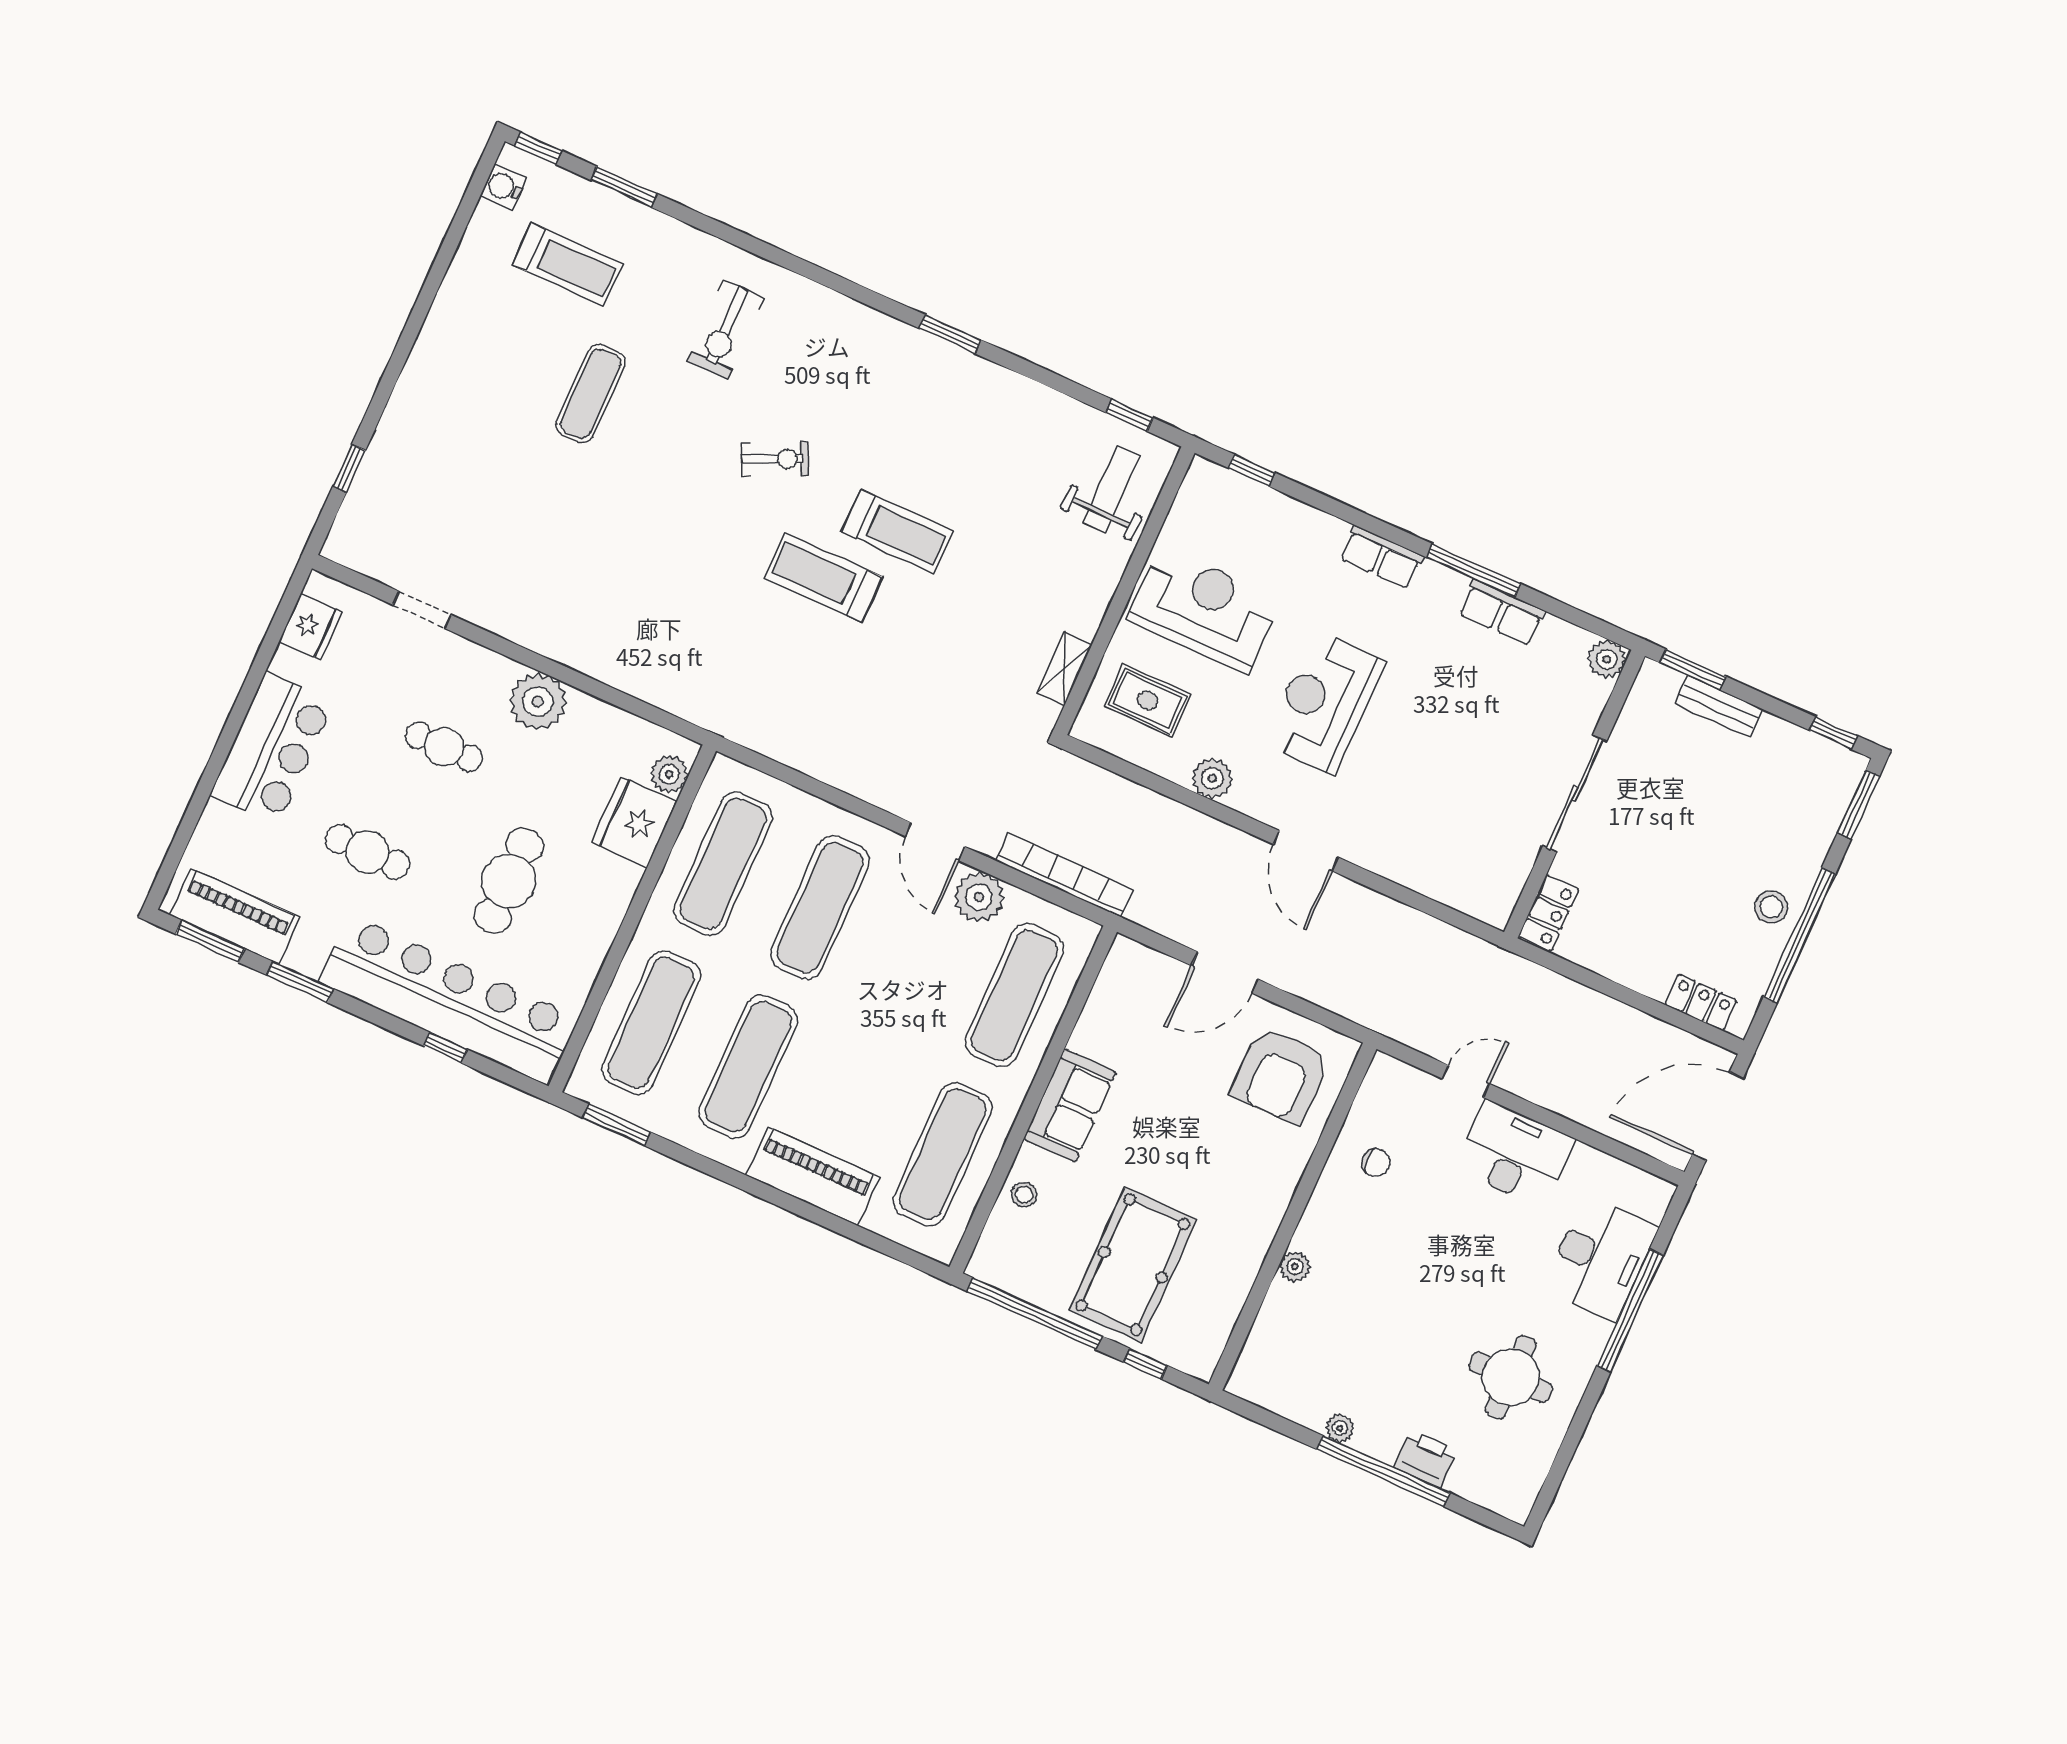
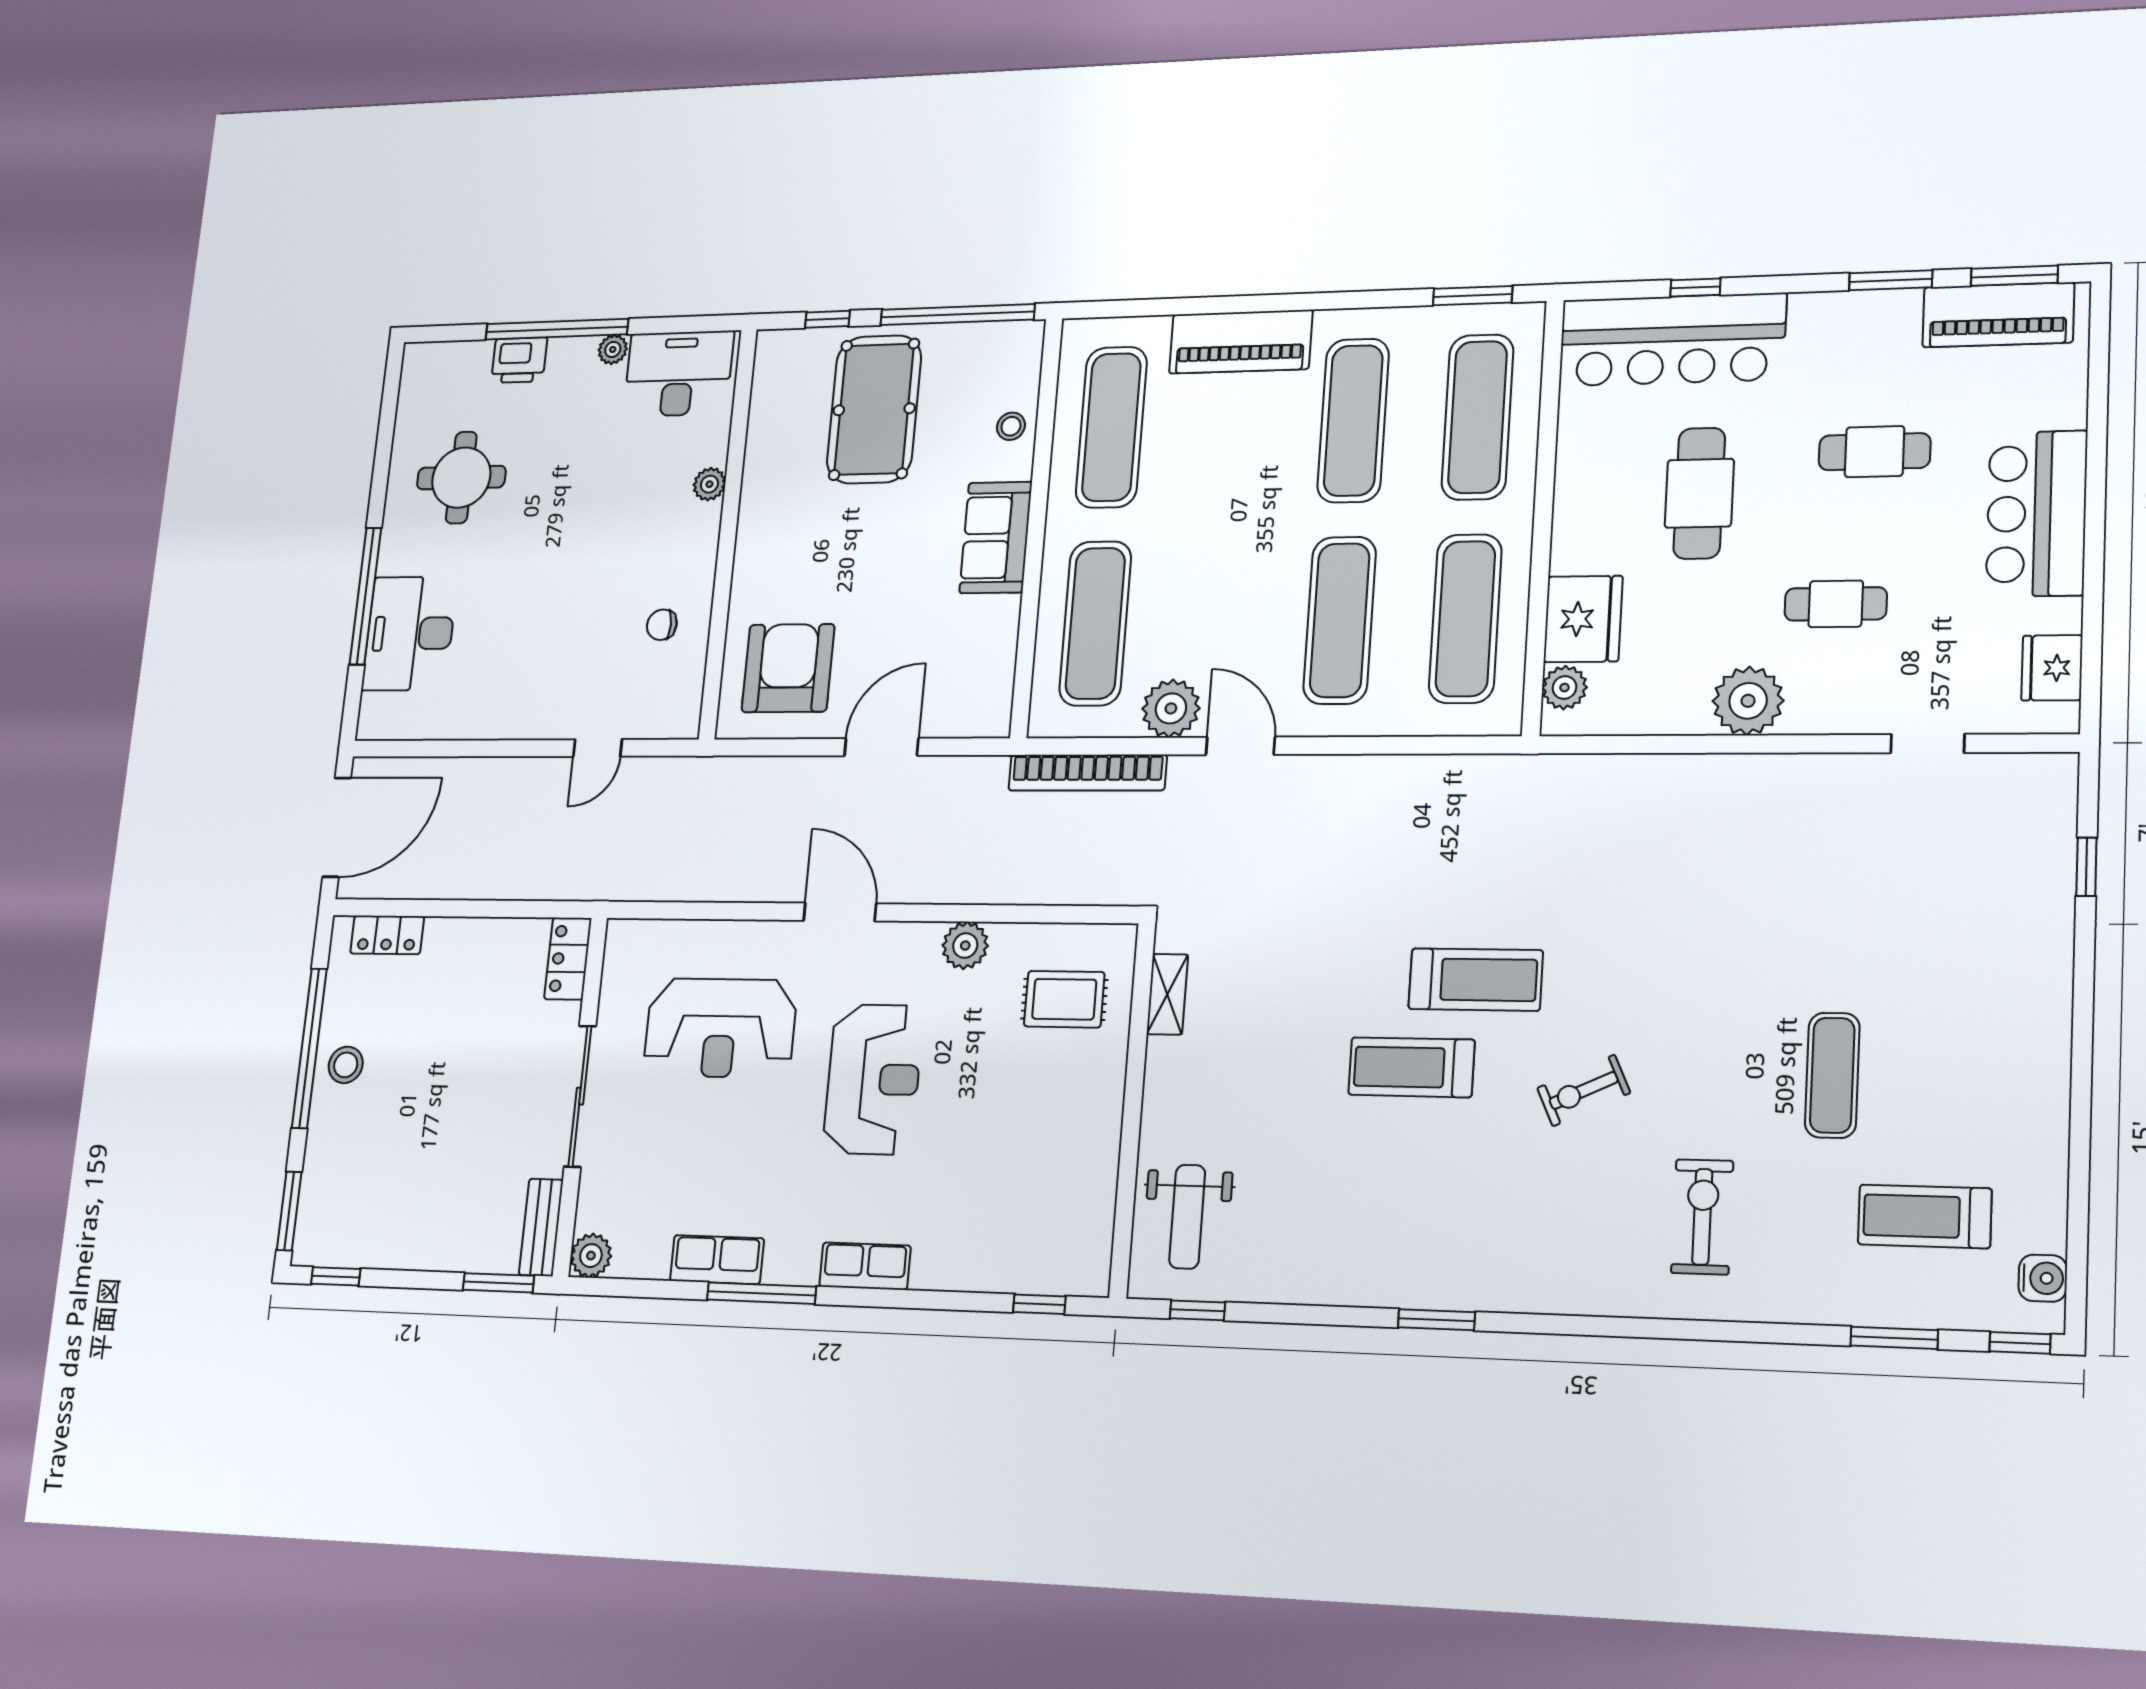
reception desk: (1204, 610) -> (720, 1028), moved
bench: (1719, 706) -> (541, 1227), moved, turned 90
bar counter: (449, 1000) -> (1672, 340), width x0.73
desk: (1515, 1154) -> (679, 374), moved, turned 180

